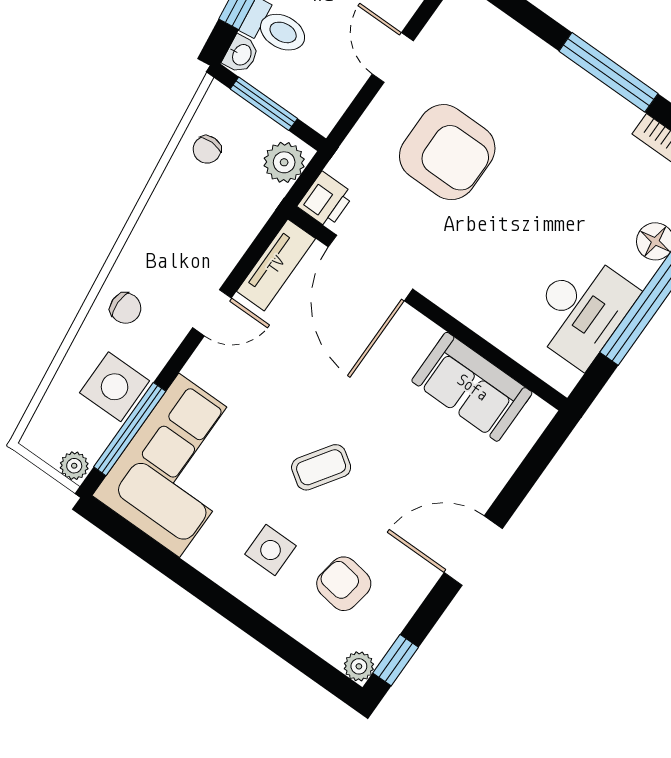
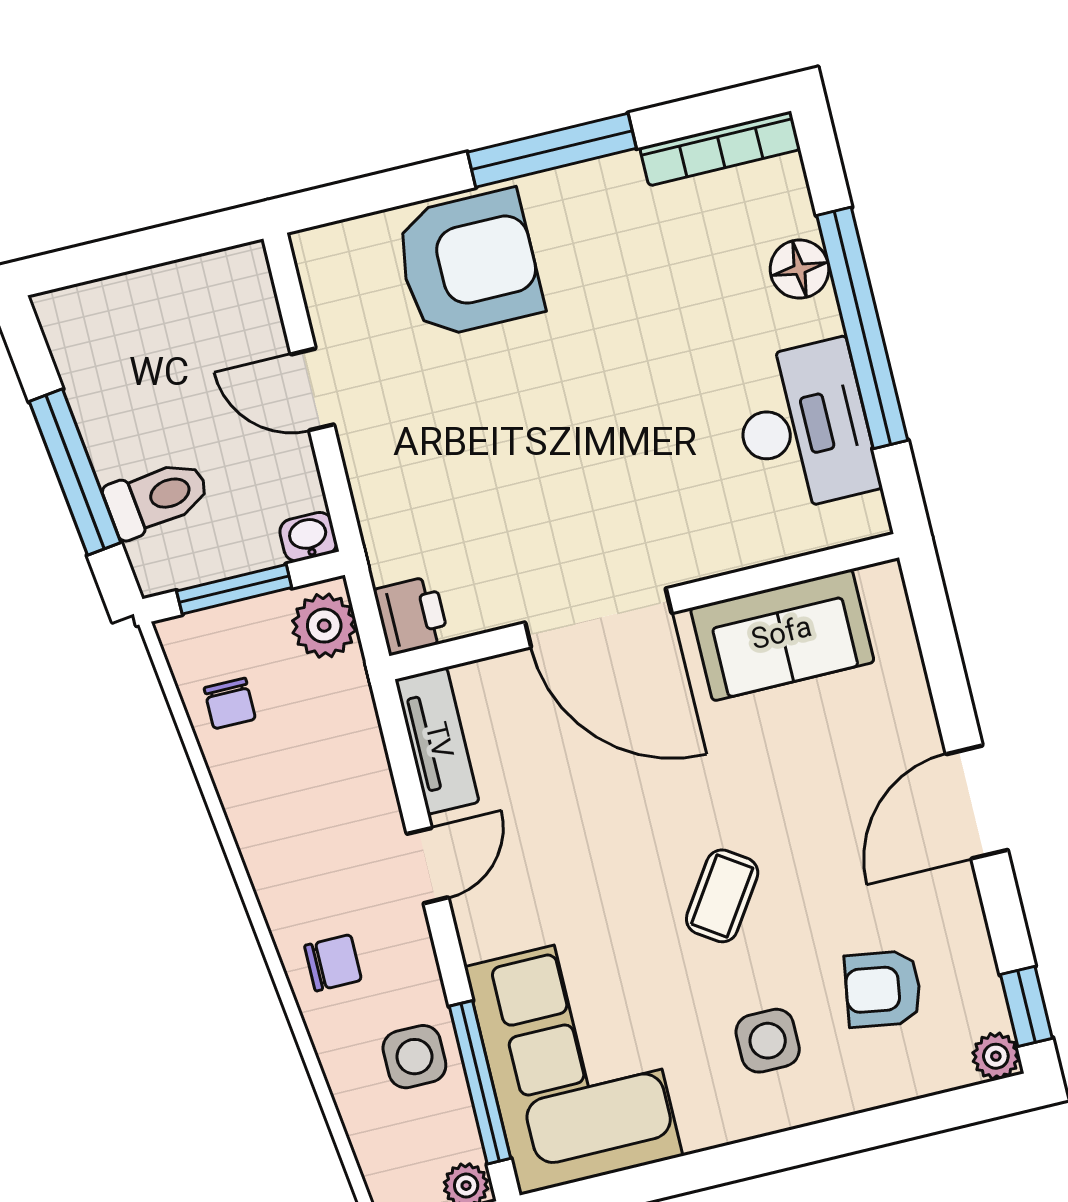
washbasin: (241, 54) -> (308, 537), moved, turned -83
armchair: (447, 152) -> (469, 264), moved
door: (370, 268) -> (598, 618), moved
side table: (115, 387) -> (414, 1057), width x0.73, depth x0.73

